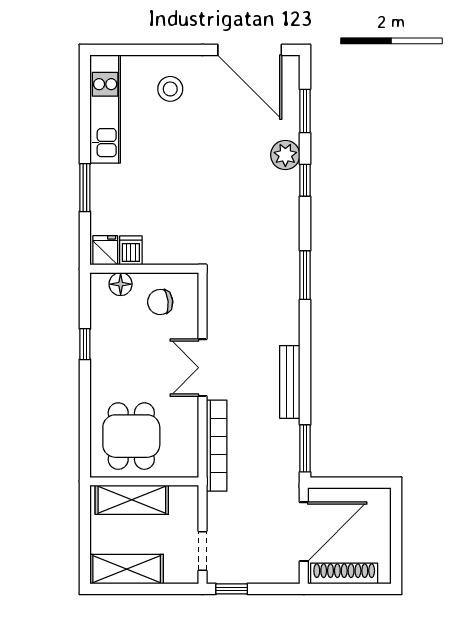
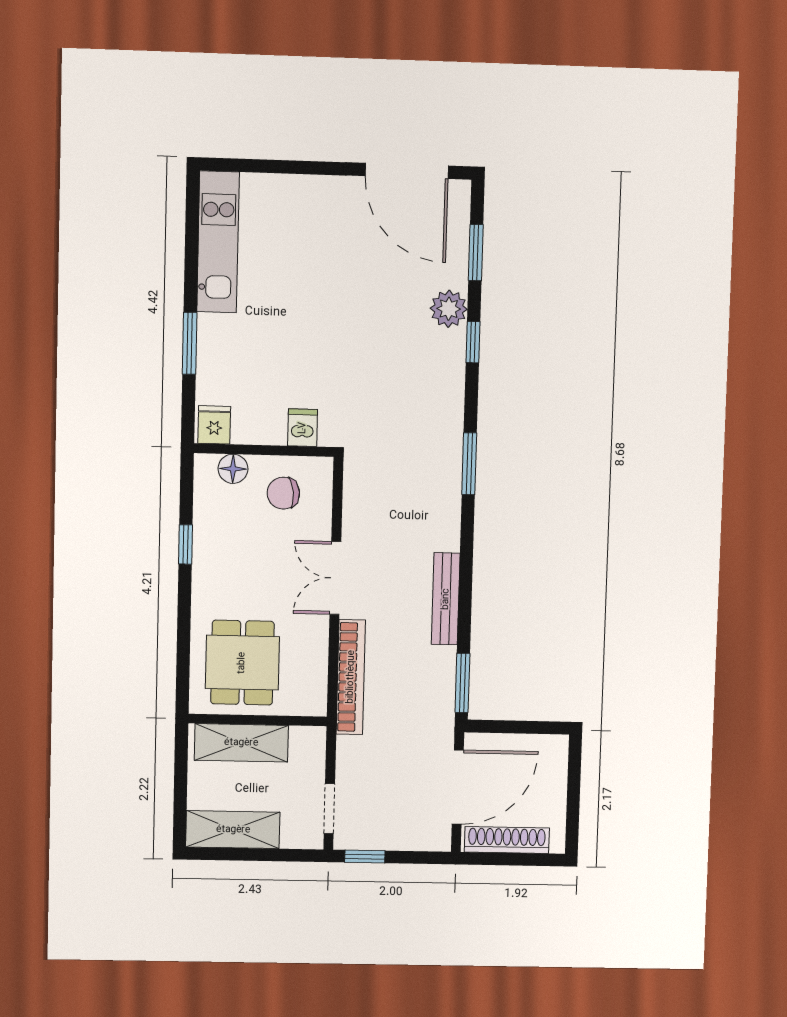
stool: (170, 89) -> (303, 218), removed
dishwasher: (131, 250) -> (303, 428), moved

